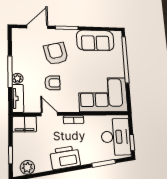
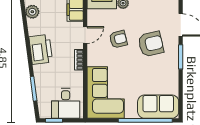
sofa: (95, 40) -> (158, 107), moved, turned 90
armchair: (52, 83) -> (118, 39), turned -104
desk: (116, 137) -> (66, 103), width x0.73

